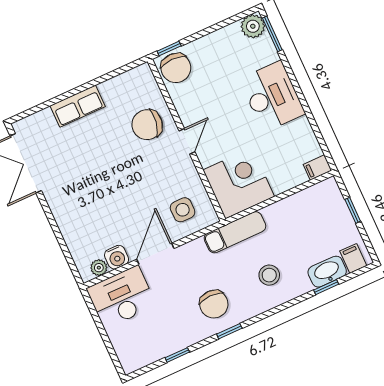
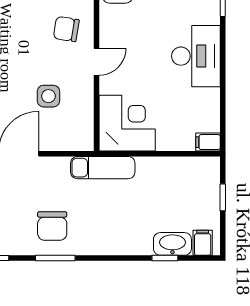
chair: (147, 125) -> (66, 29), width x0.73, depth x0.73
side table: (183, 210) -> (48, 96), moved
stool: (269, 275) -> (117, 222), removed
window: (229, 331) -> (55, 258), width x1.50

